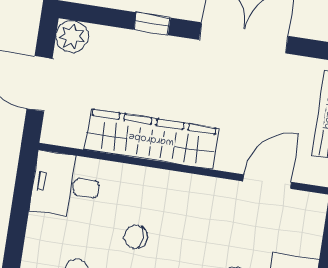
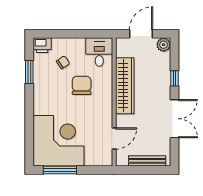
door: (267, 182) -> (114, 138), hinge flipped
chair: (135, 237) -> (82, 85), width x1.87, depth x1.87

